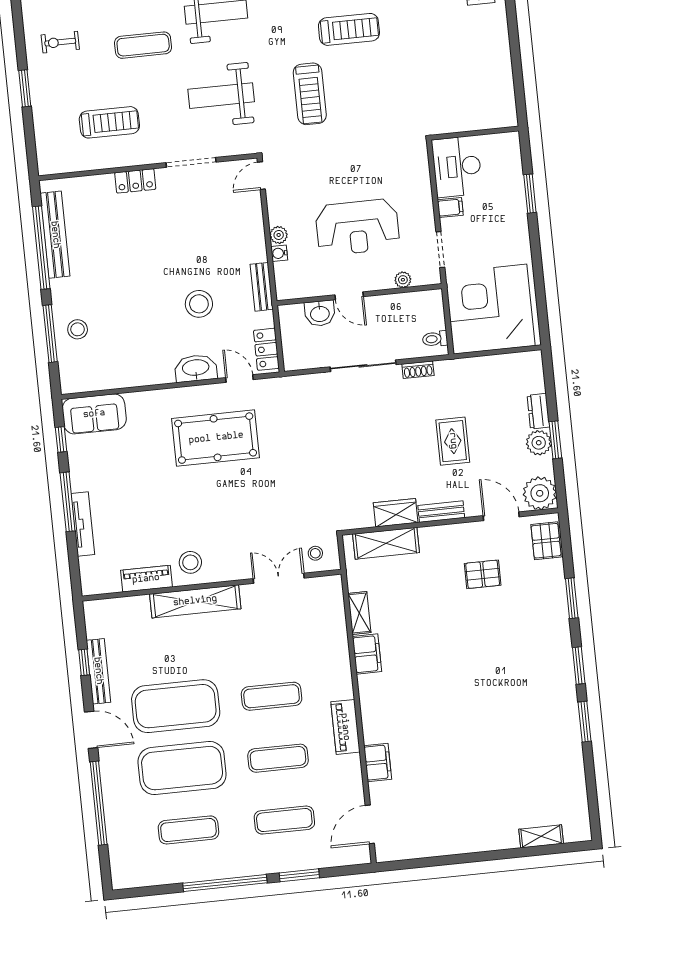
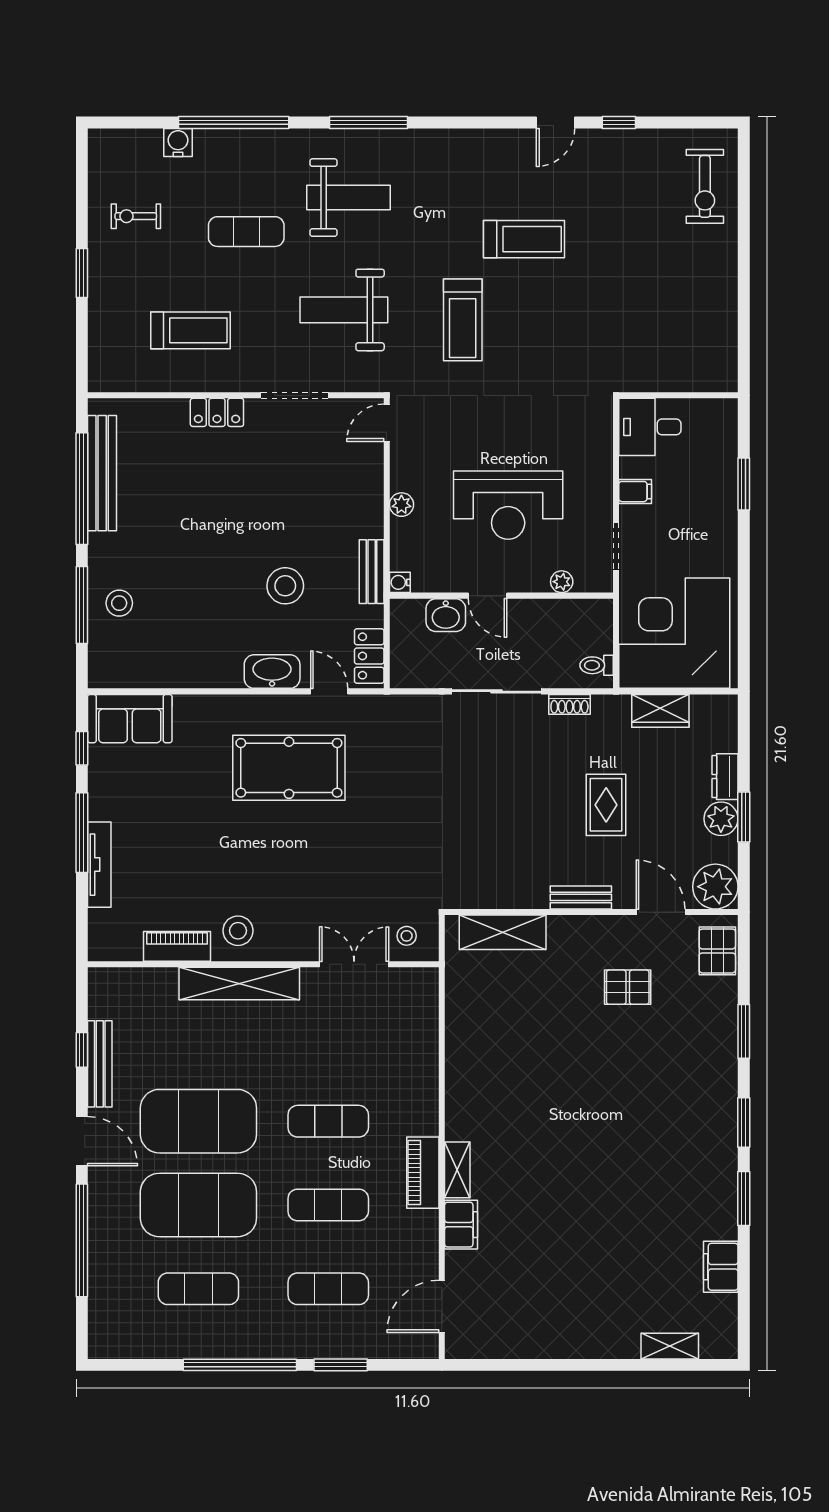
desk: (457, 167) -> (650, 427), width x0.73
water cooler: (279, 253) -> (400, 582), moved
wardrobe: (396, 513) -> (660, 711), moved, turned 180
shelving: (359, 613) -> (457, 1170), moved
filing cabinet: (367, 654) -> (721, 1267), moved, turned 180

